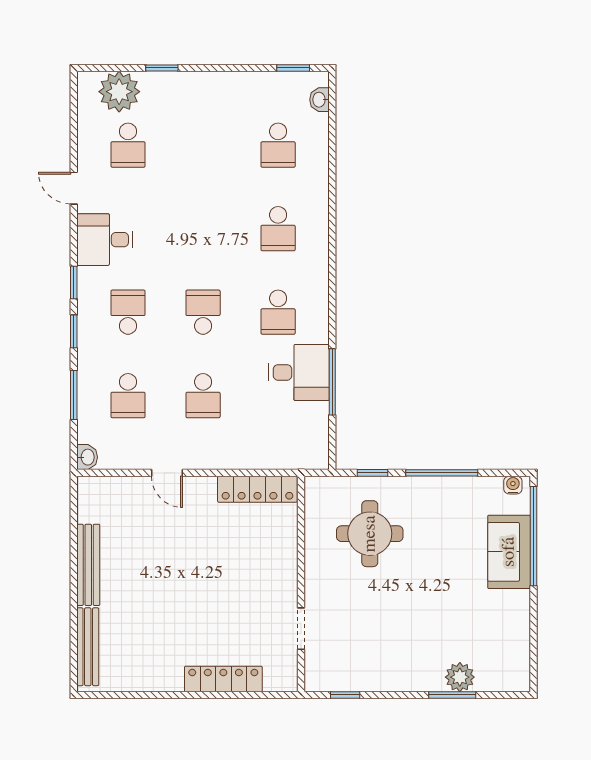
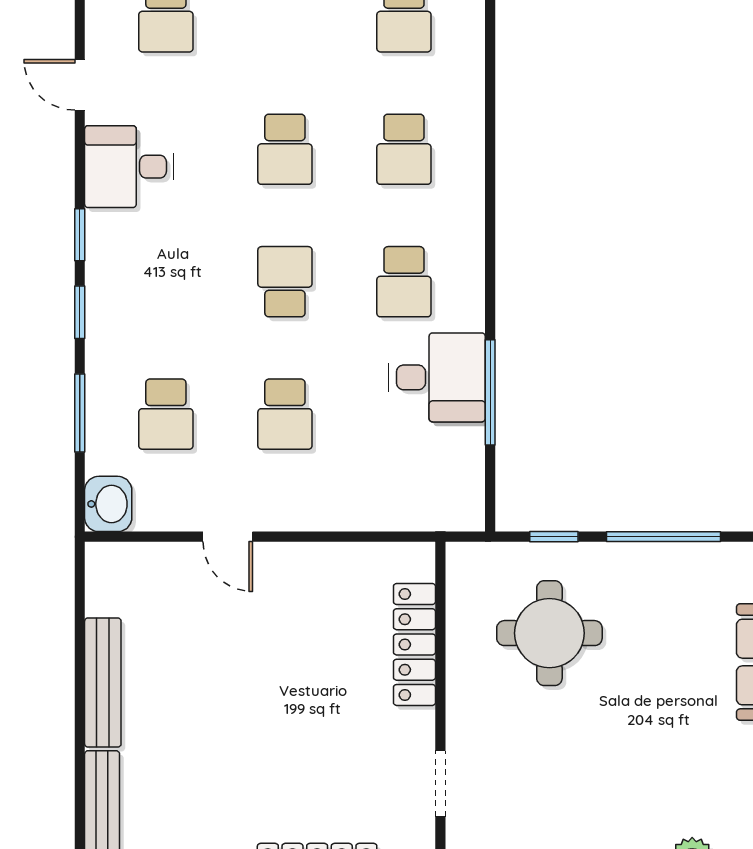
school desk: (128, 312) -> (285, 149), moved, turned 180
washbasin: (87, 457) -> (108, 504), width x1.38, depth x1.45
locker: (257, 489) -> (414, 644), moved, turned 90

